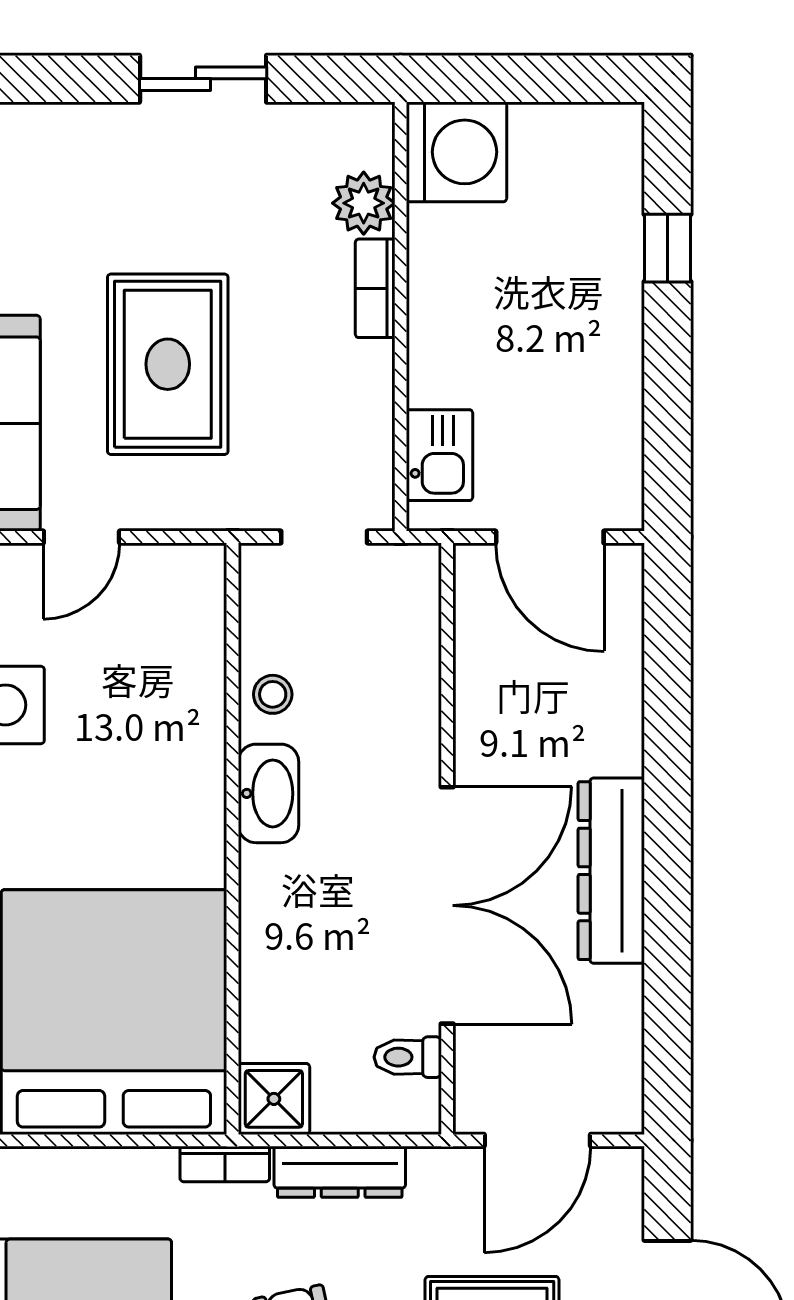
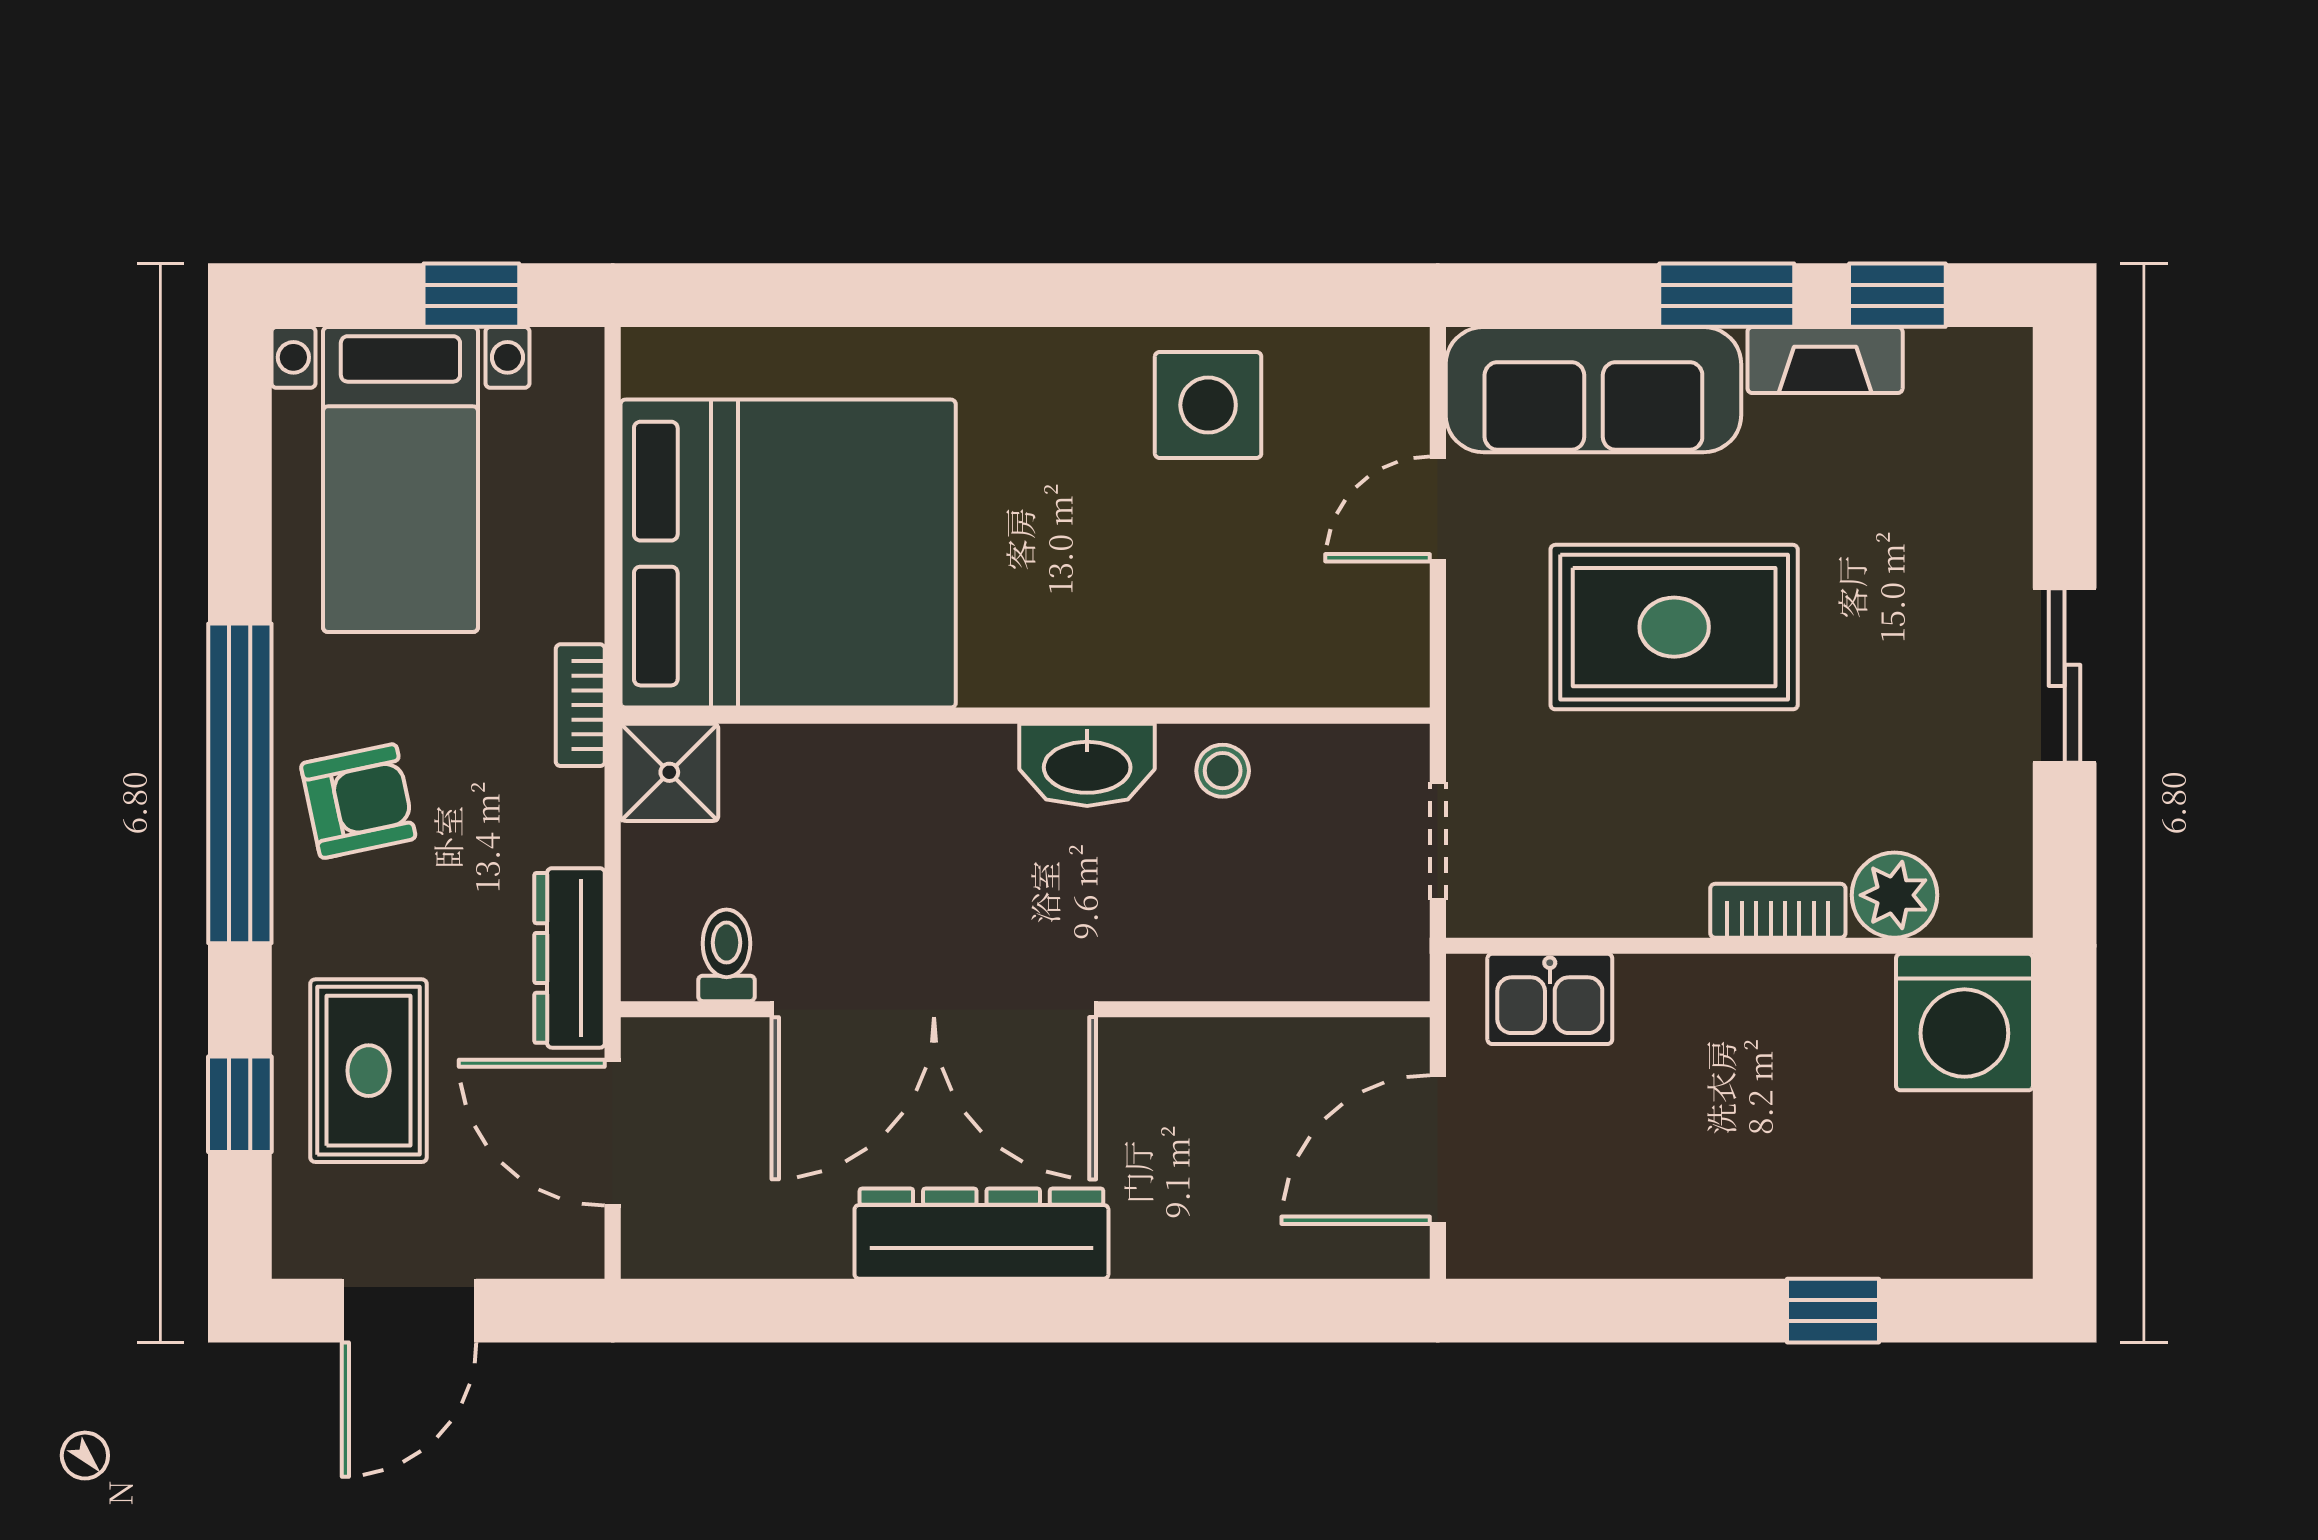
door: (81, 537) -> (1438, 509), hinge flipped
dresser: (340, 1172) -> (570, 958), moved

